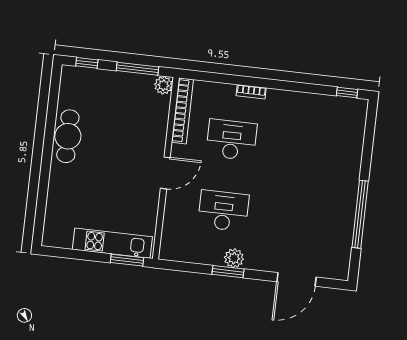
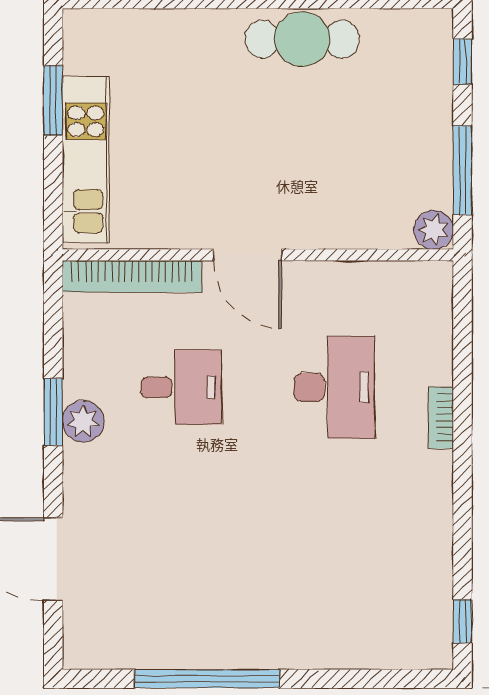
bookcase: (182, 111) -> (132, 276), moved
desk: (223, 211) -> (181, 387), width x0.73
window: (127, 260) -> (53, 100), moved

